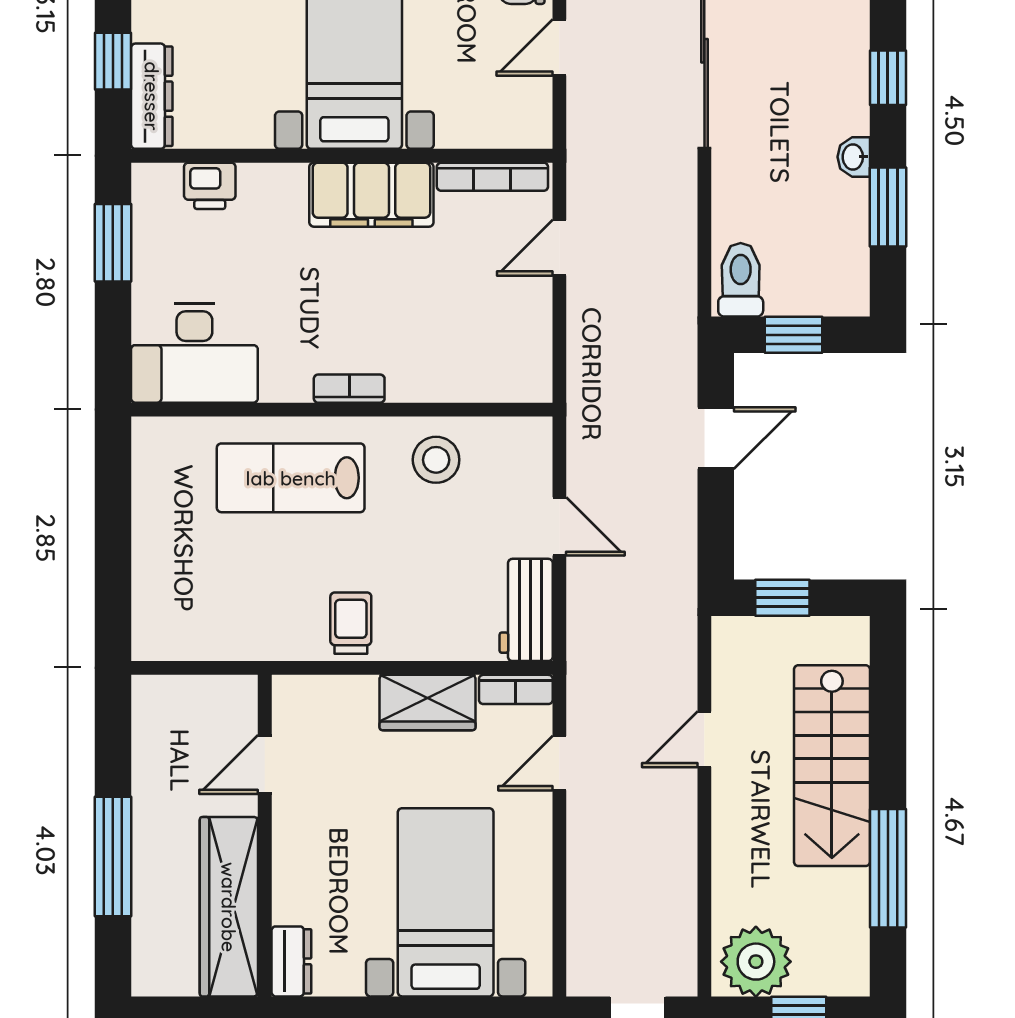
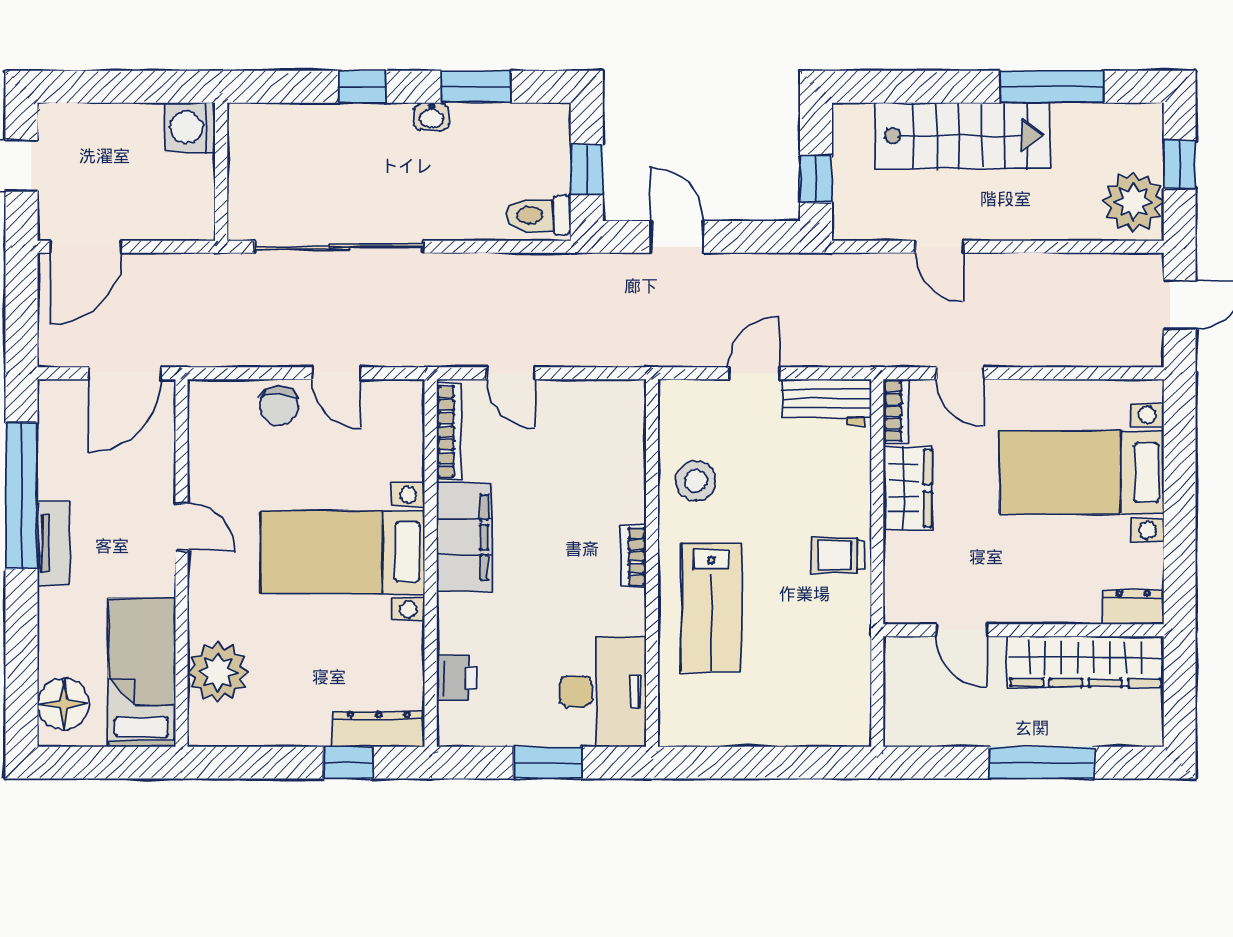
window: (113, 243) -> (548, 763), moved

